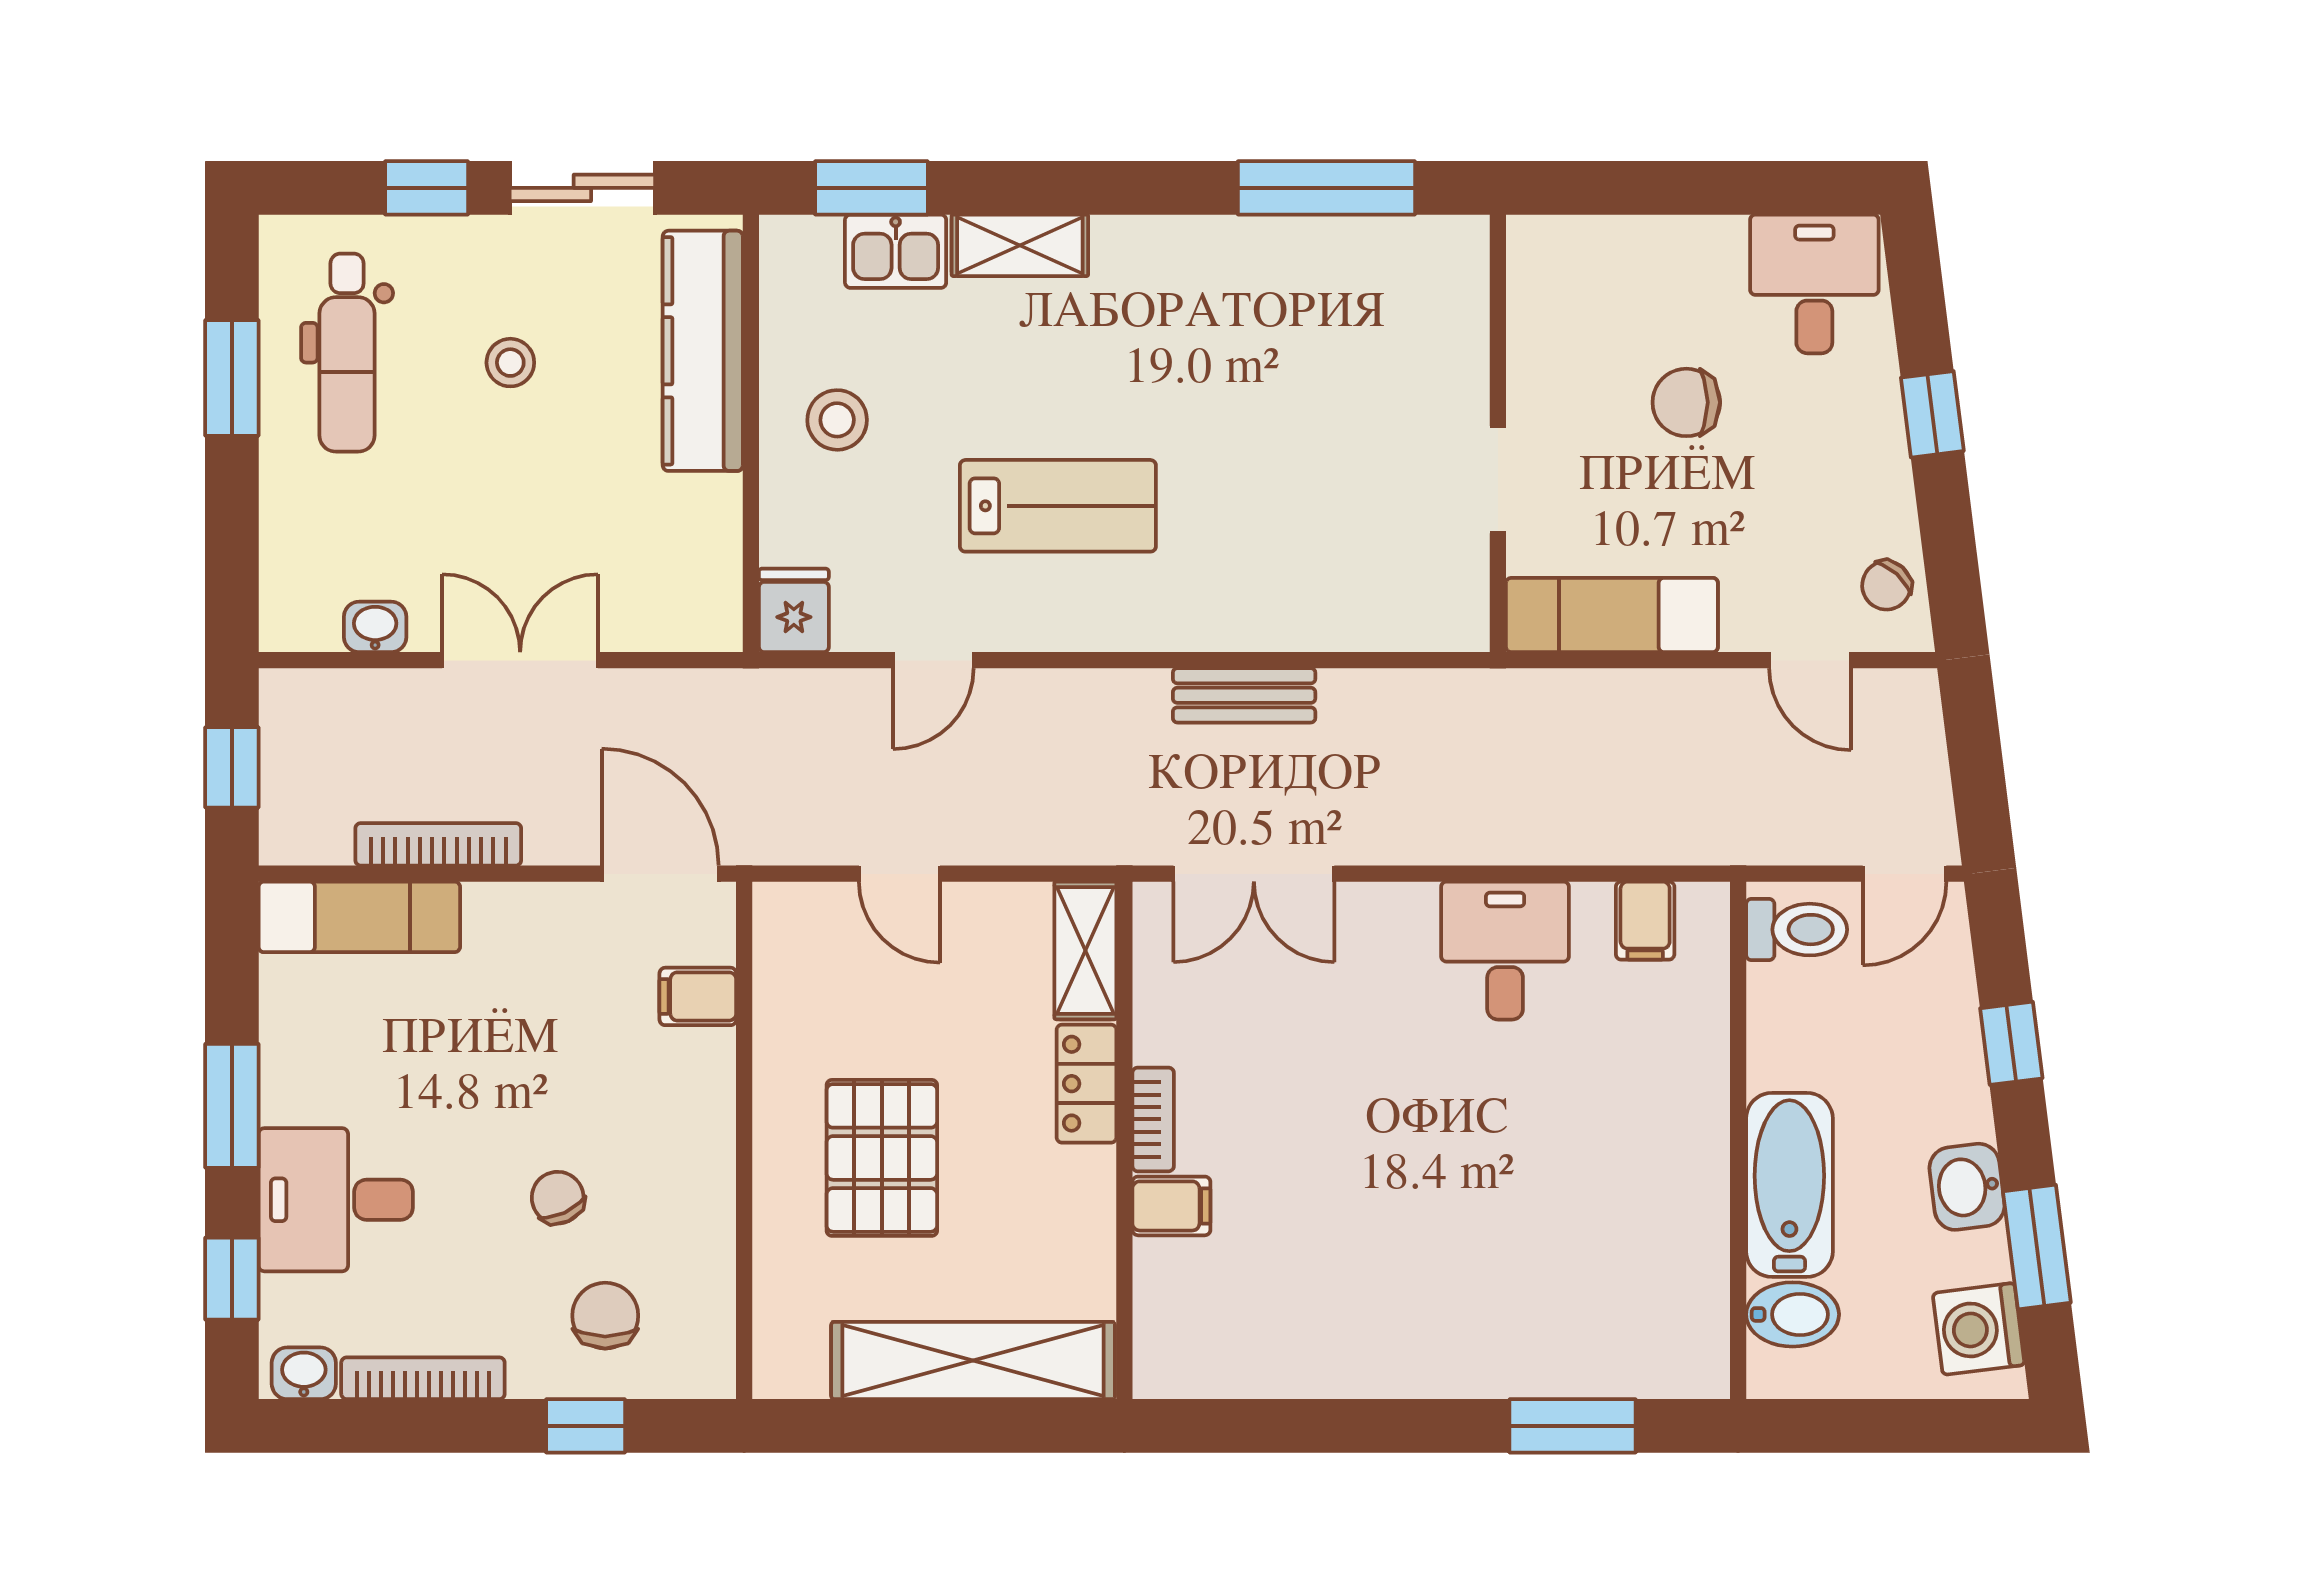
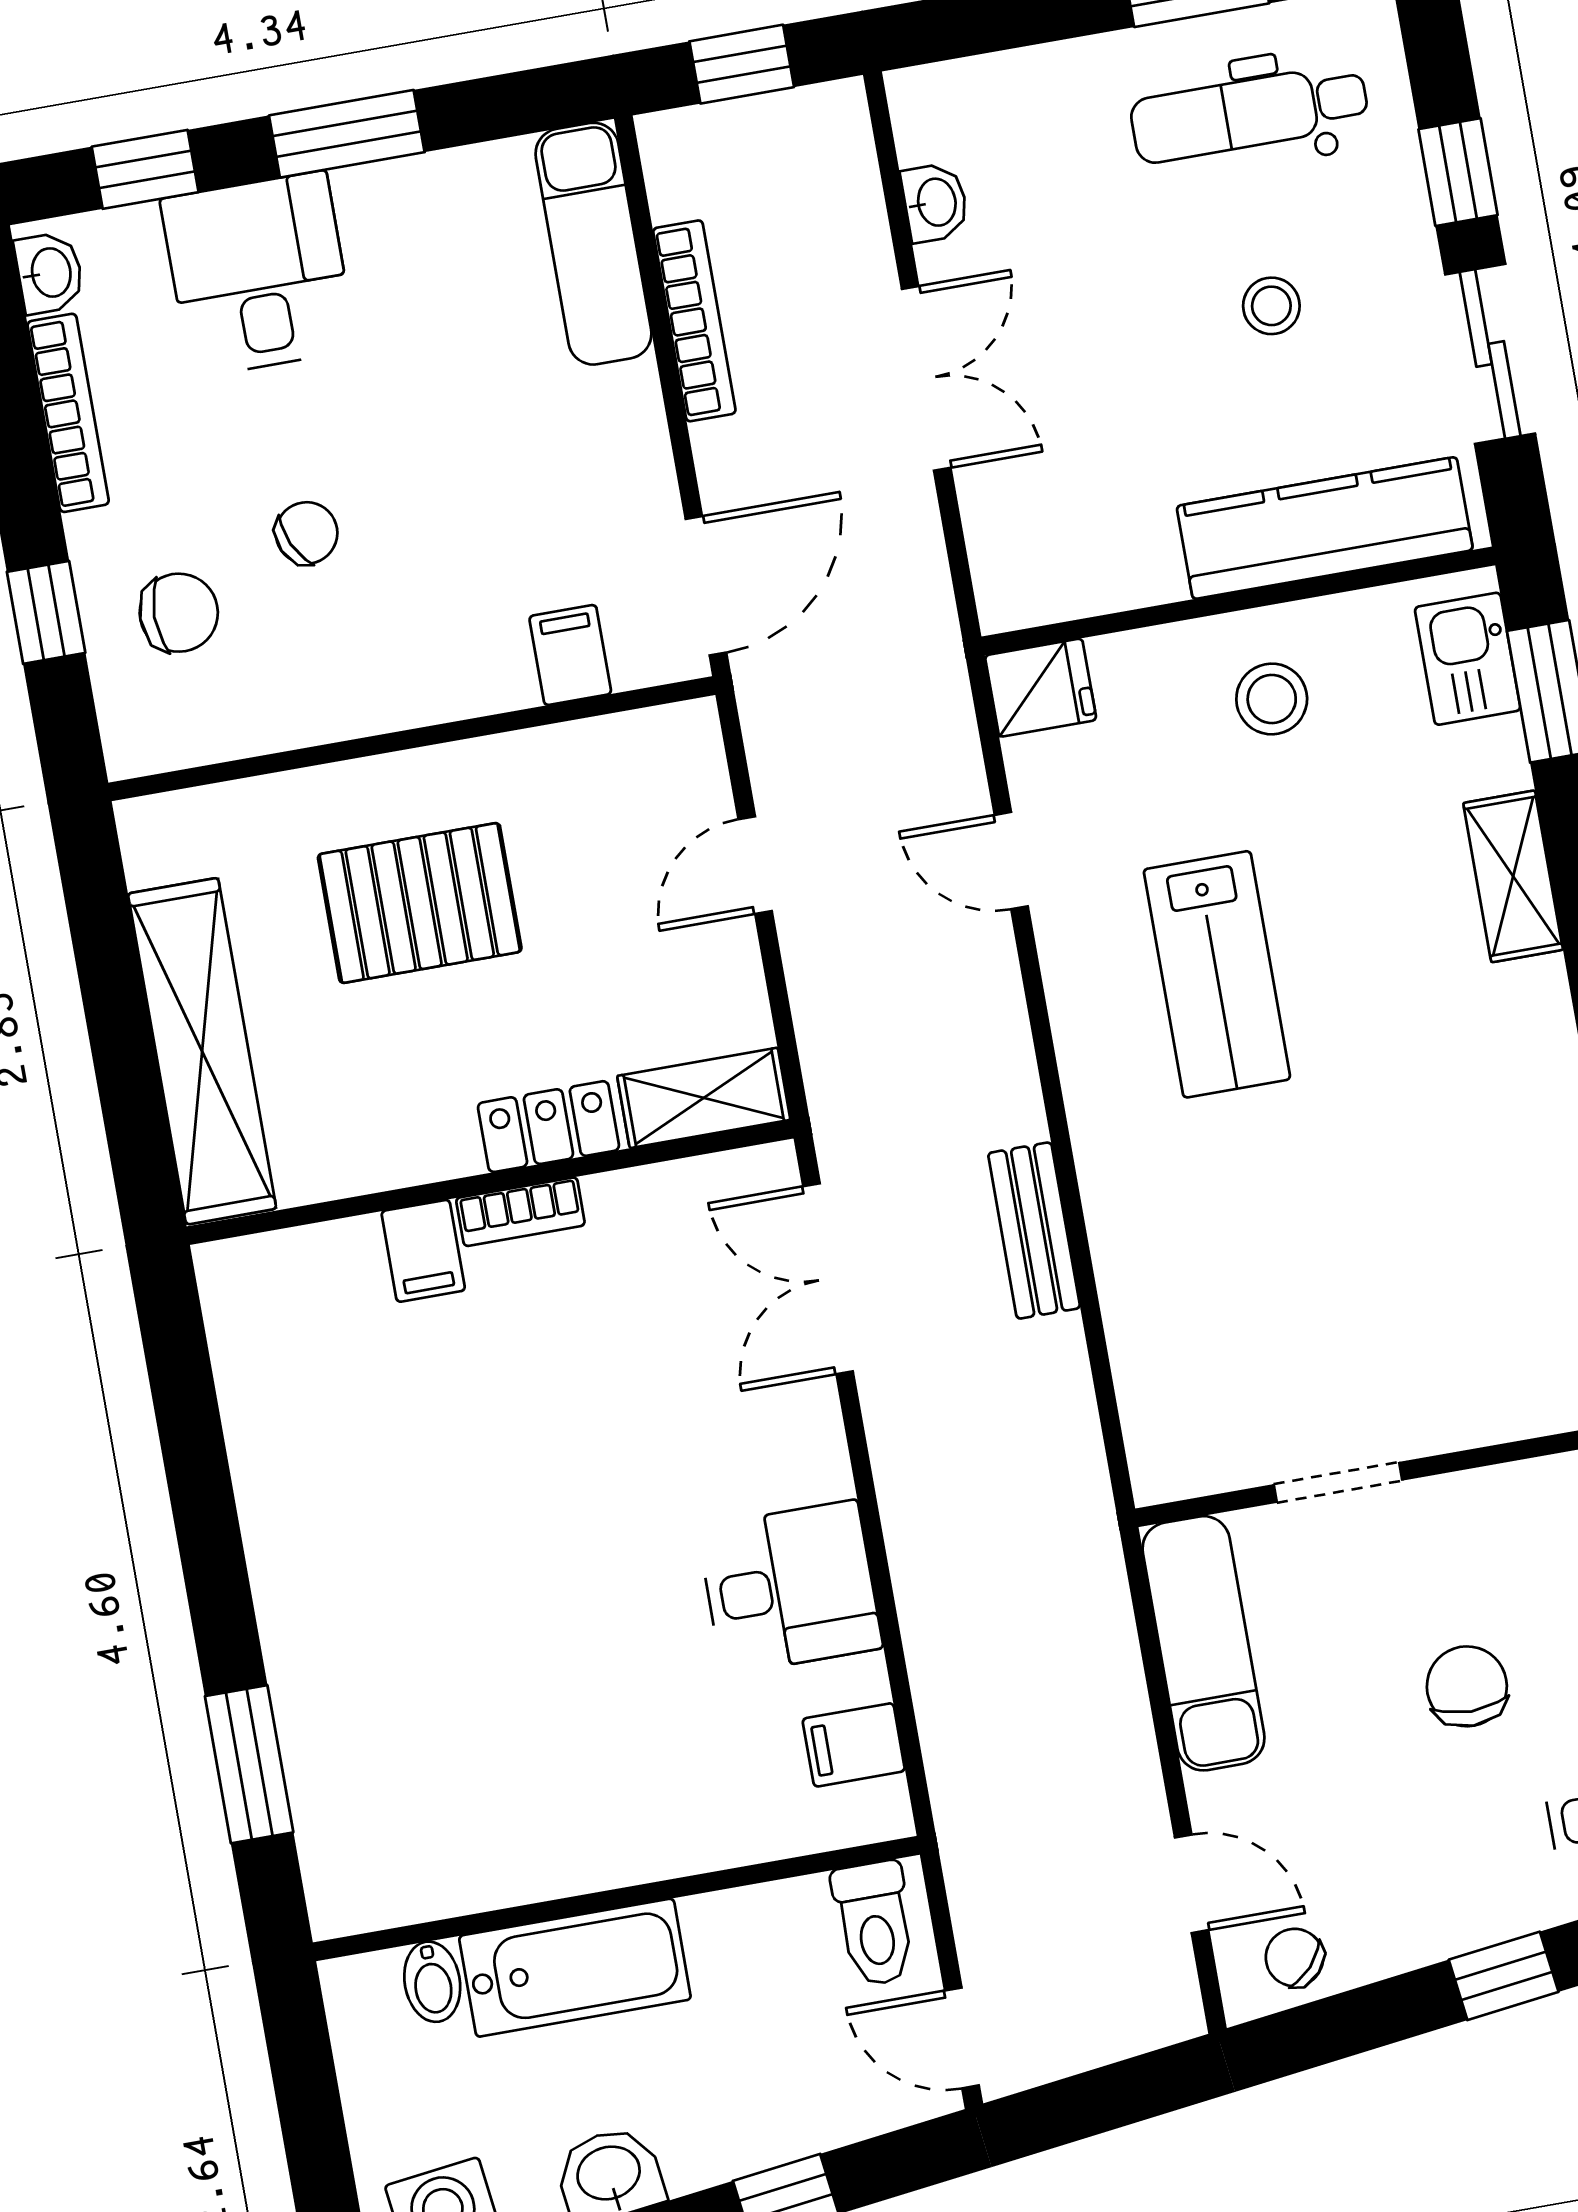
kitchen sink: (896, 251) -> (1468, 659), moved
door: (1810, 660) -> (1192, 1884), swing flipped
bidet: (1793, 1314) -> (432, 1982), width x0.72, depth x0.74

